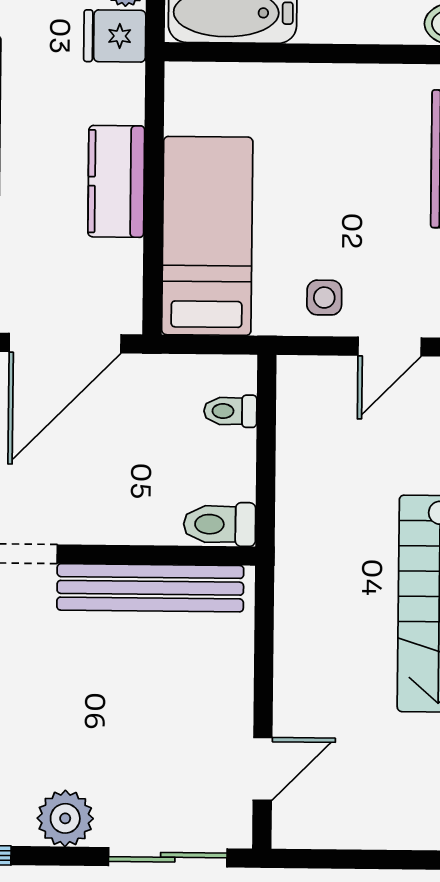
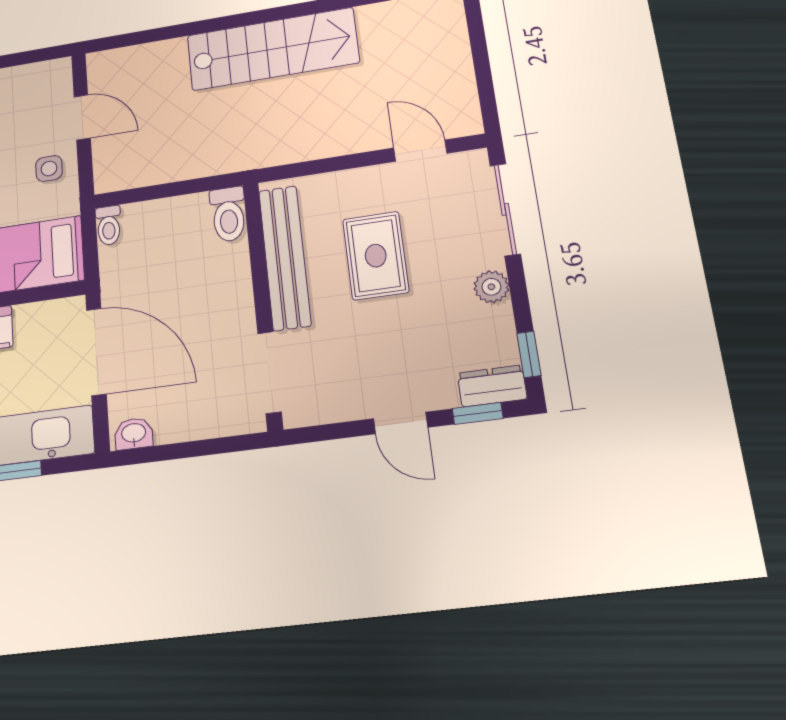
toilet: (230, 411) -> (109, 225), moved
rug: (134, 697) -> (376, 256), added
plant: (65, 818) -> (491, 287), width x0.73, depth x0.73

